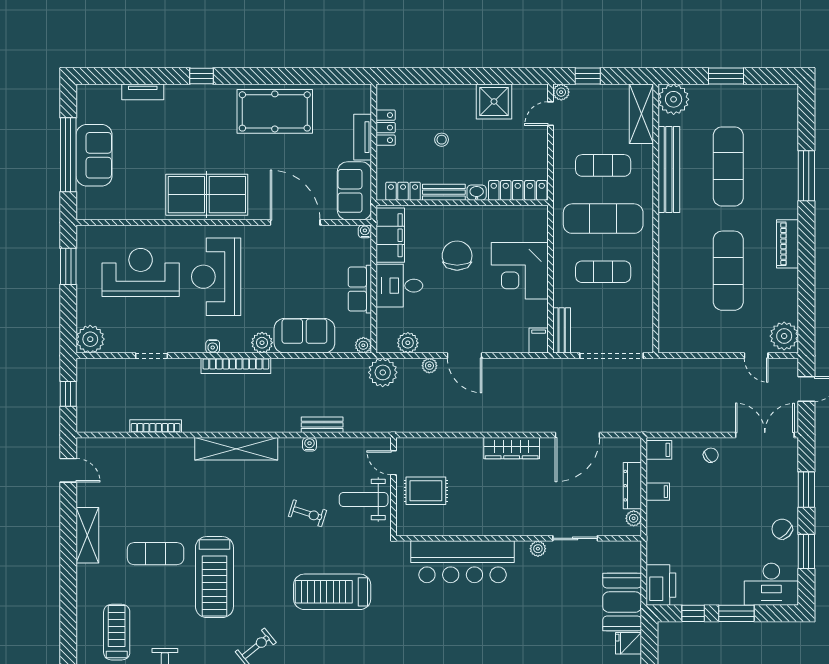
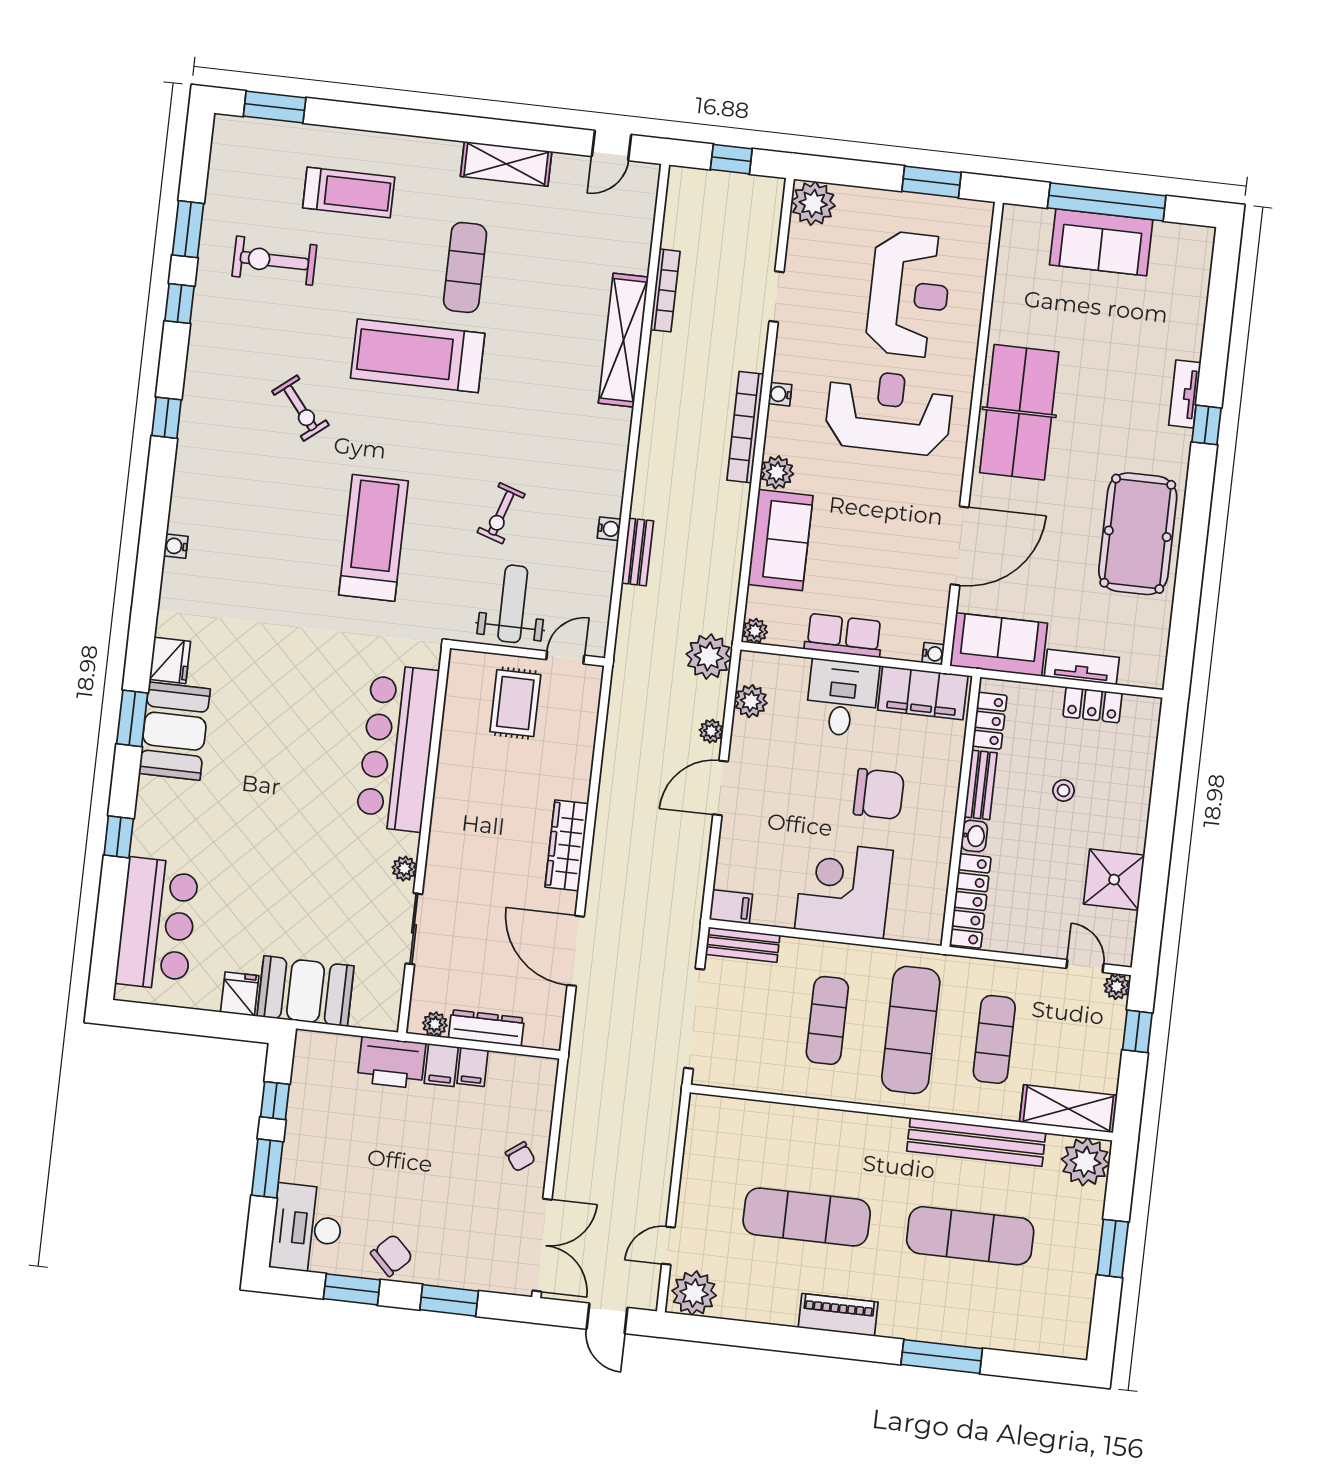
tv unit: (143, 92) -> (1185, 394), moved
shelving: (236, 449) -> (623, 340), moved
filing cabinet: (659, 450) -> (441, 1065), moved
printer: (661, 585) -> (392, 1063), moved

